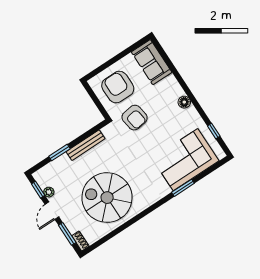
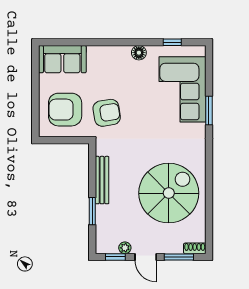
floor lamp: (184, 102) -> (139, 53), moved
spiral stairs: (107, 198) -> (169, 193), turned 180

